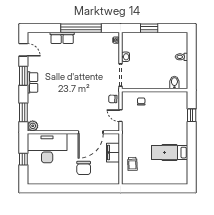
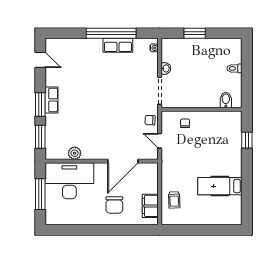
row of seats: (62, 38) -> (118, 45), moved
window: (23, 76) -> (40, 104), moved
plant: (33, 126) -> (75, 153), moved
filing cabinet: (113, 153) -> (150, 206), moved
window: (23, 159) -> (40, 194), width x2.17

